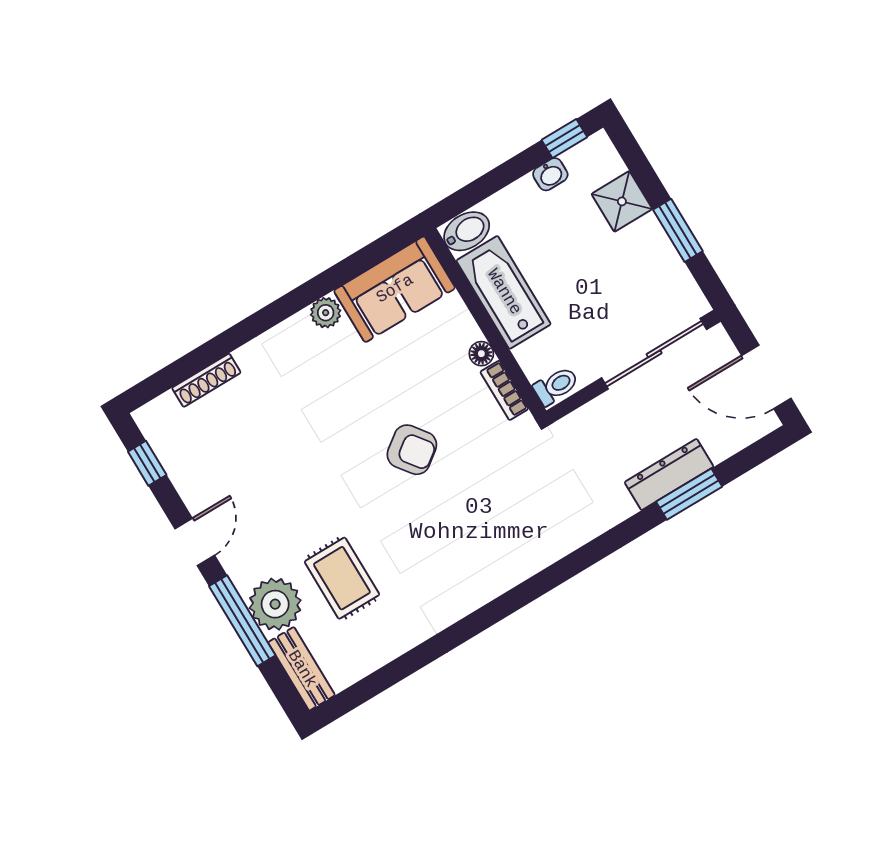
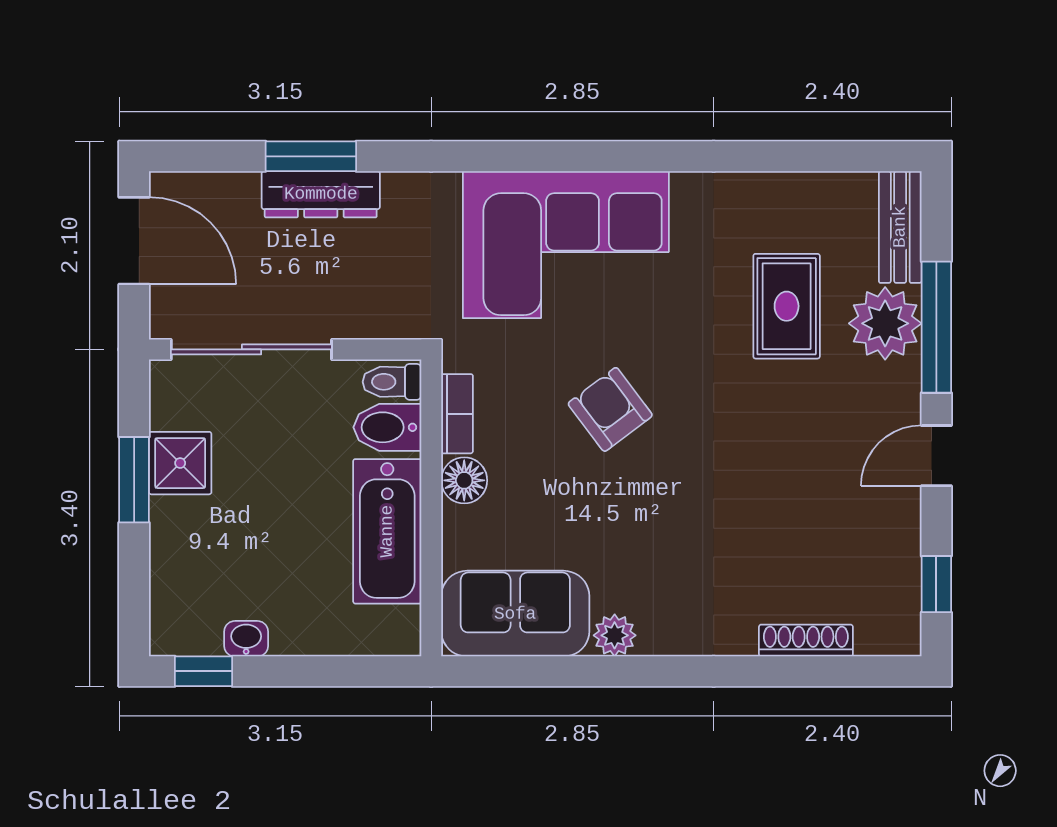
shower: (622, 201) -> (180, 463), moved
bidet: (467, 231) -> (387, 427), moved
floor lamp: (481, 354) -> (464, 480), width x1.37, depth x1.37
corner sofa: (500, 534) -> (566, 245), added

